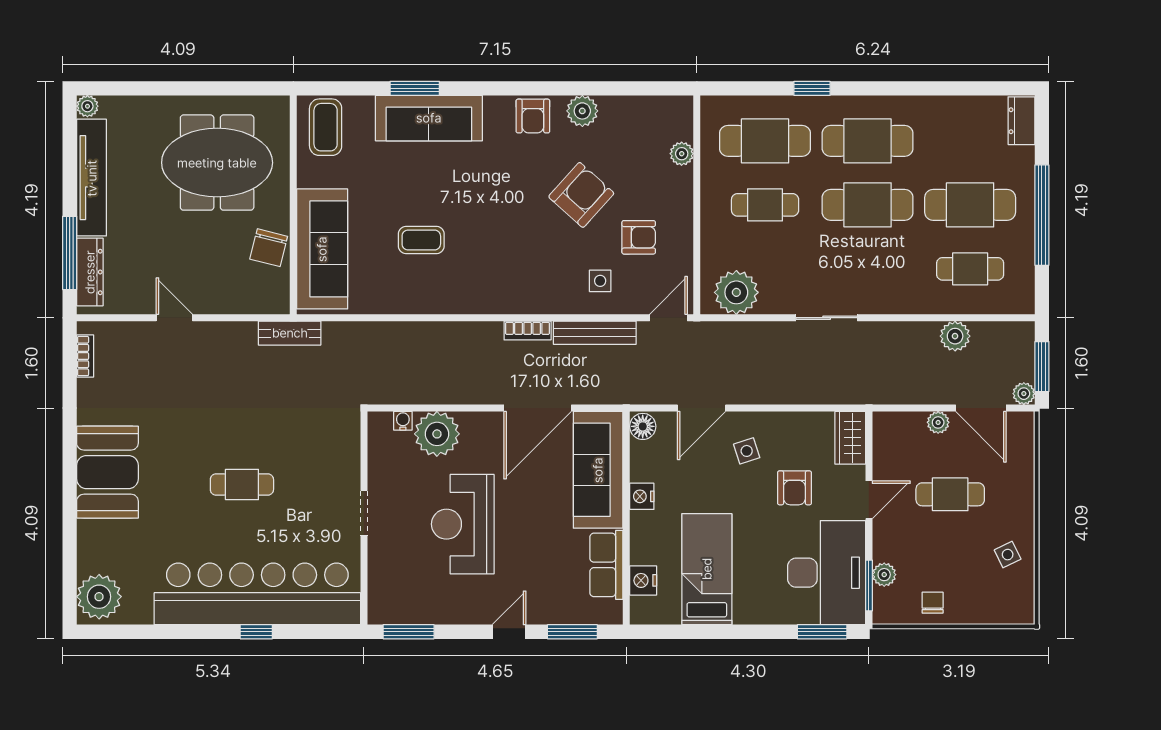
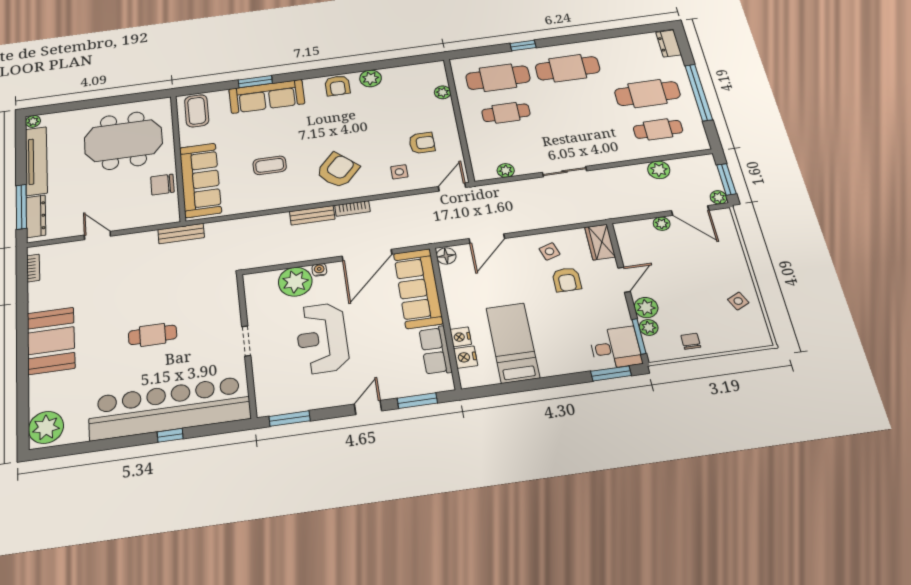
armchair: (581, 195) -> (338, 170), moved
cafe table: (868, 205) -> (577, 103), removed
chair: (269, 248) -> (162, 184), turned 76
plant: (736, 292) -> (506, 170), width x0.53, depth x0.53
bench: (595, 333) -> (312, 215), moved, width x0.73
water cooler: (403, 421) -> (319, 270), moved
side table: (747, 451) -> (550, 251), moved
cafe table: (950, 494) -> (684, 268), removed
nightstand: (642, 496) -> (461, 337), moved
plant: (888, 545) -> (646, 307), added
desk: (827, 573) -> (615, 348), width x0.53, depth x0.77

